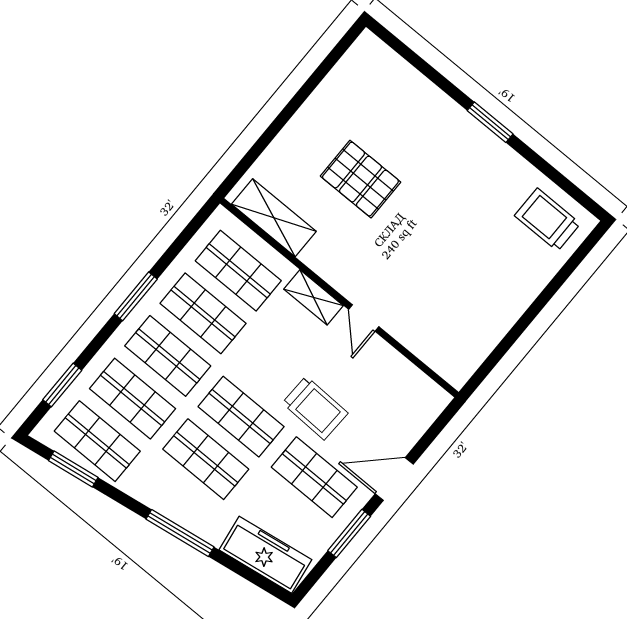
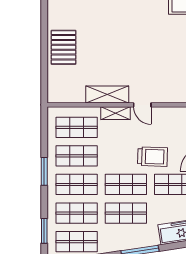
pallet: (360, 179) -> (64, 47), moved, turned 90
shelving: (274, 218) -> (107, 94), moved

